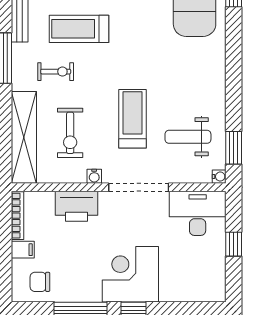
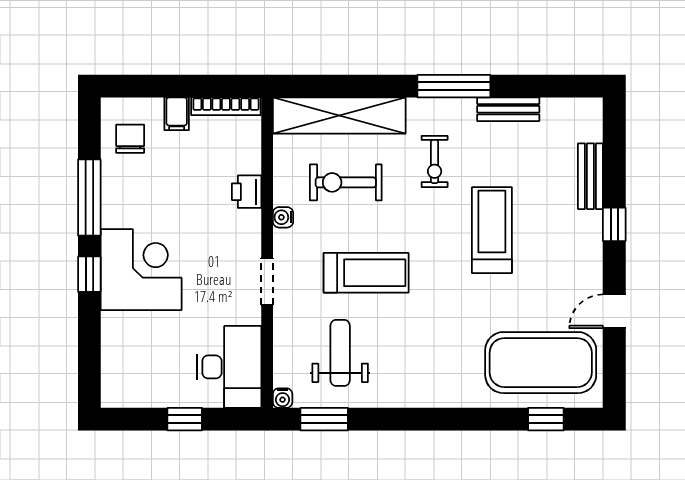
treadmill: (79, 29) -> (492, 230), moved
doorway: (139, 187) -> (267, 282), width x0.53
printer: (77, 206) -> (247, 192), width x0.53, depth x0.68

